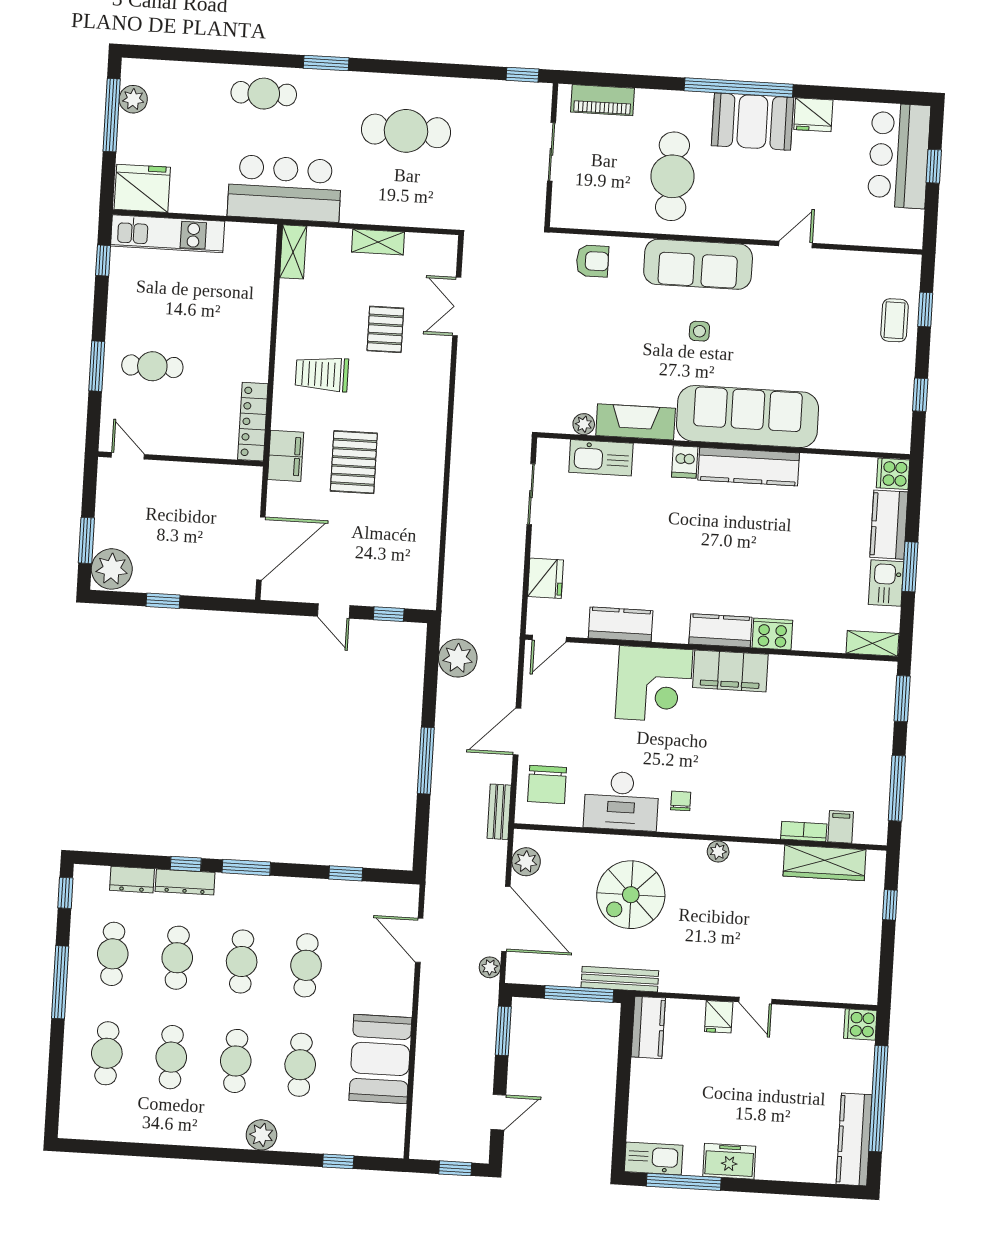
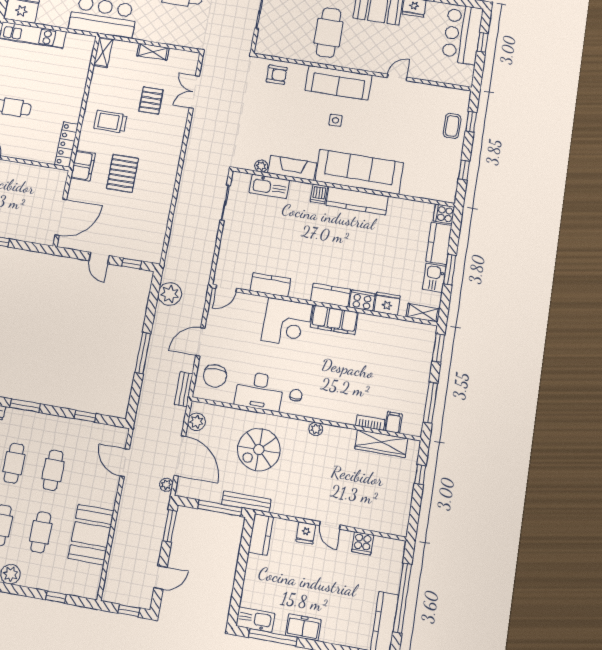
fridge: (546, 578) -> (387, 304), moved, turned -90
cooker: (860, 1024) -> (363, 543), moved, turned -90

